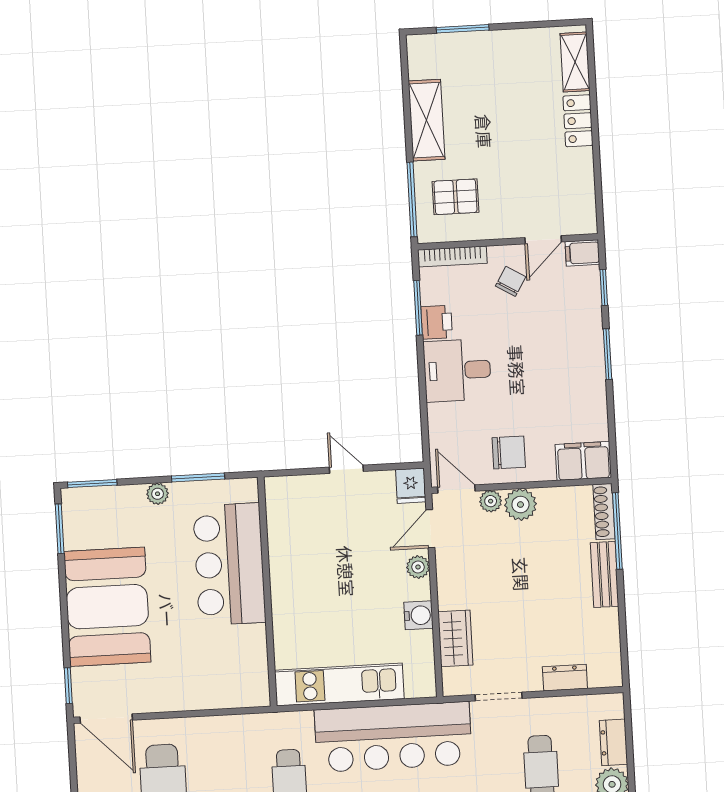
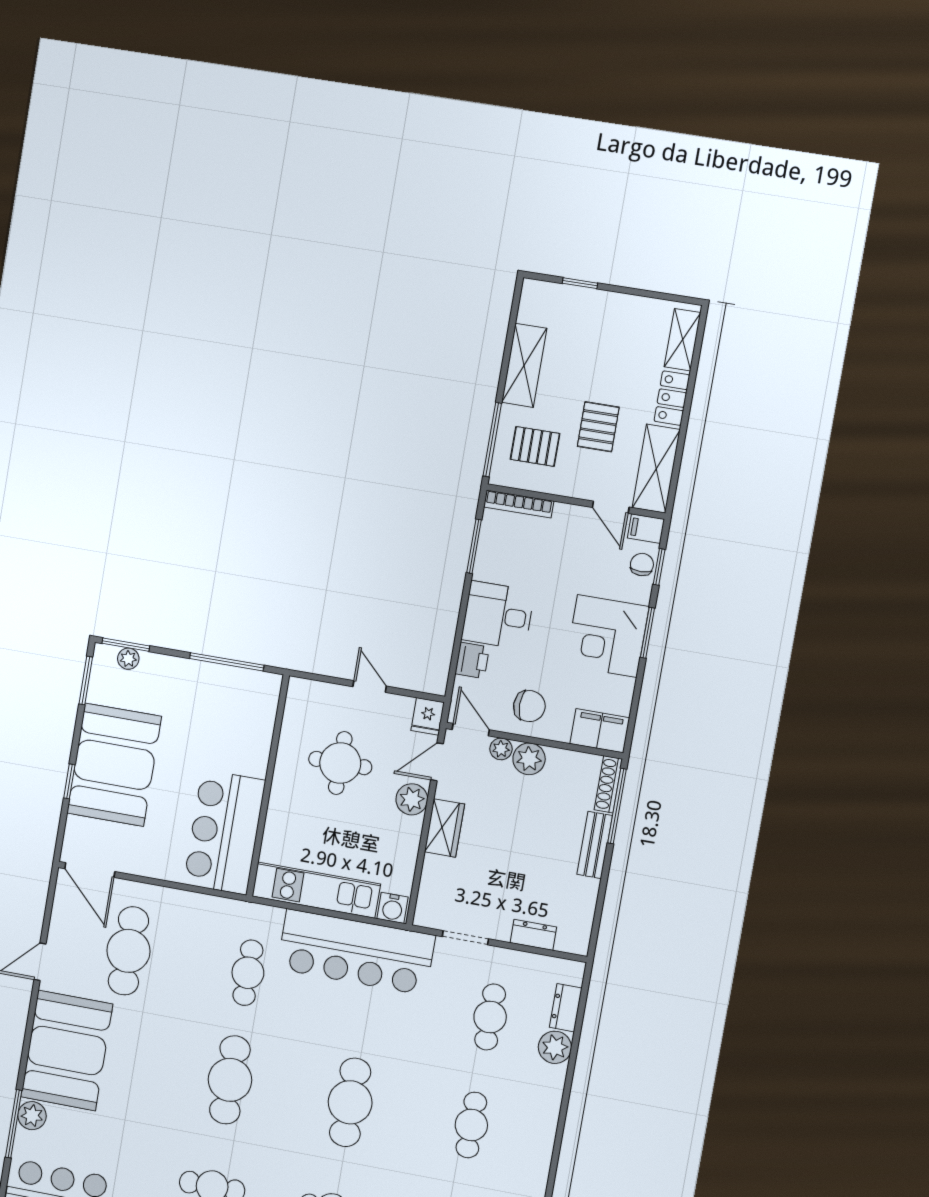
window: (463, 29) -> (580, 283), width x0.67
pallet: (513, 164) -> (598, 427), added
shelving: (579, 192) -> (656, 469), added
door: (543, 240) -> (611, 507), hinge flipped
chair: (511, 281) -> (642, 565), moved, turned -31
printer: (437, 322) -> (472, 660), moved
corner desk: (569, 366) -> (607, 636), added
window: (198, 478) -> (227, 662), width x1.44
plant: (158, 494) -> (128, 659), moved
round table: (335, 552) -> (340, 763), added
bar counter: (229, 564) -> (224, 832), moved
plant: (418, 567) -> (412, 799), width x1.38, depth x1.38
water cooler: (418, 615) -> (393, 908), moved, turned 90
wardrobe: (455, 638) -> (445, 828), moved
window: (68, 686) -> (69, 781), moved

